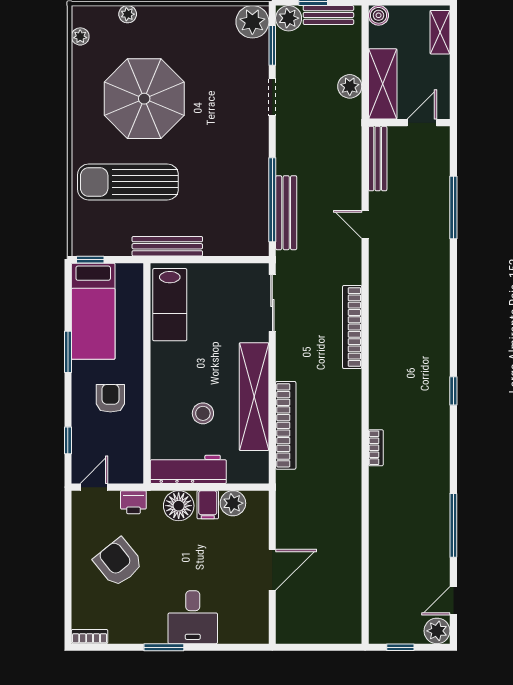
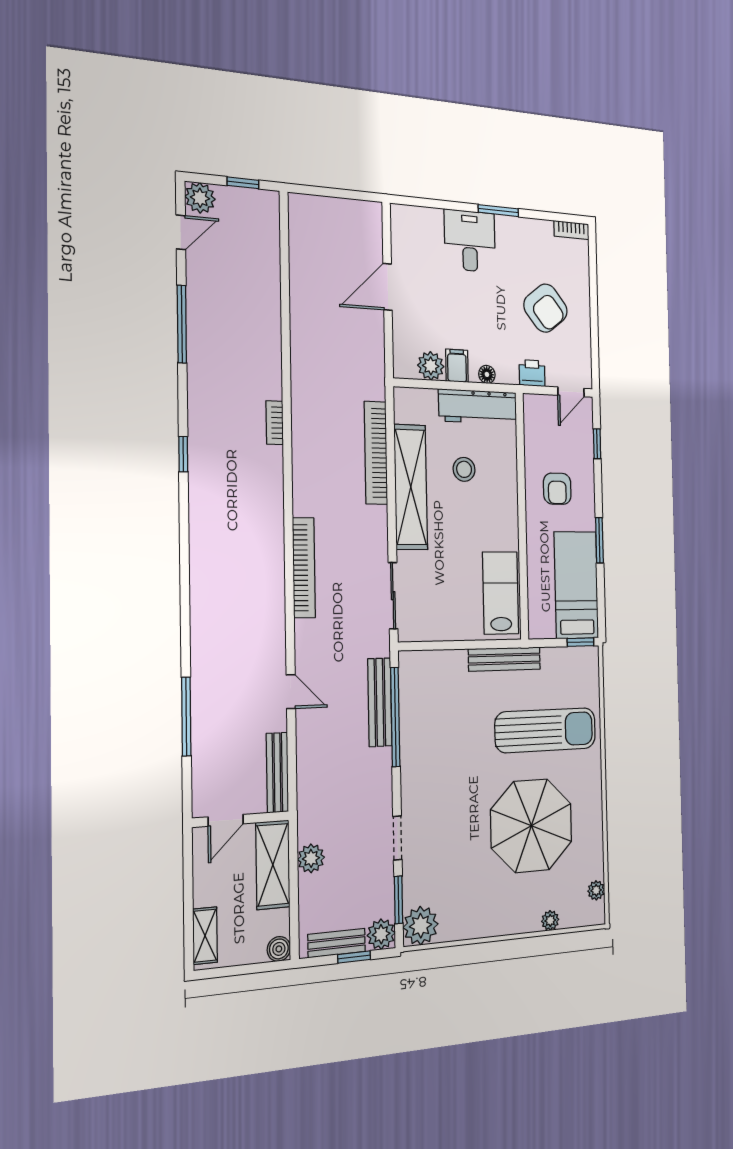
window: (453, 391) -> (183, 454), moved
floor lamp: (179, 506) -> (487, 374), width x0.53, depth x0.53

